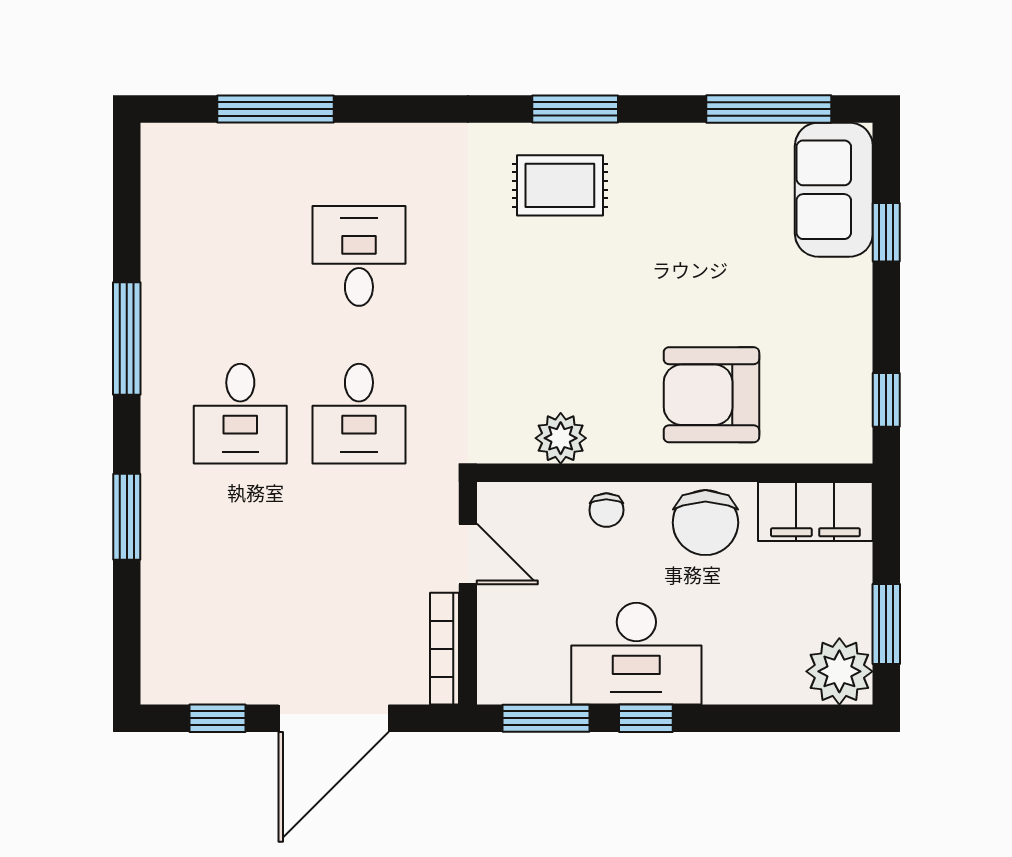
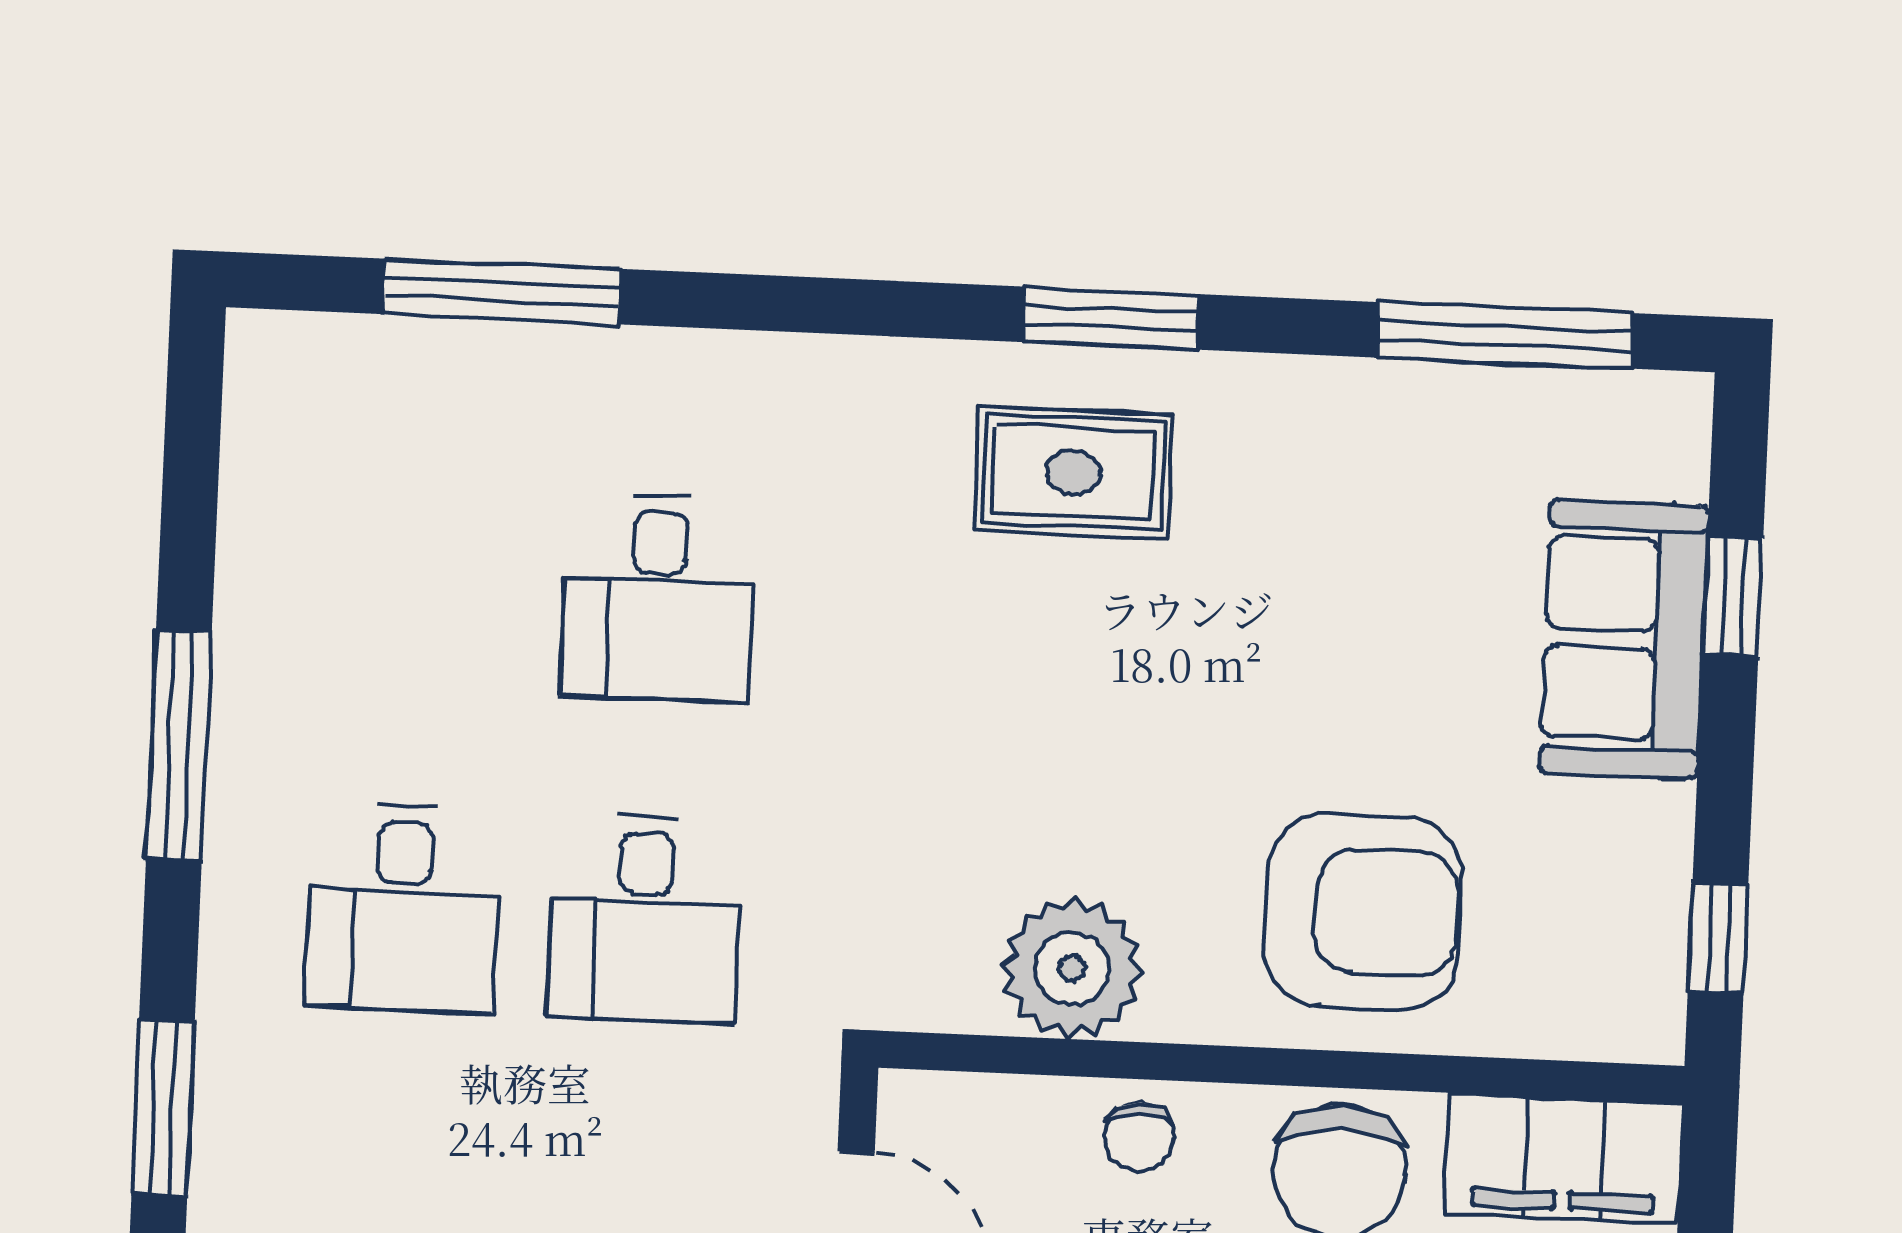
sofa: (834, 190) -> (1624, 639), moved
desk: (359, 256) -> (658, 598), turned 180
armchair: (711, 395) -> (1363, 912), turned 180
plant: (561, 438) -> (1072, 969), width x1.36, depth x1.36

